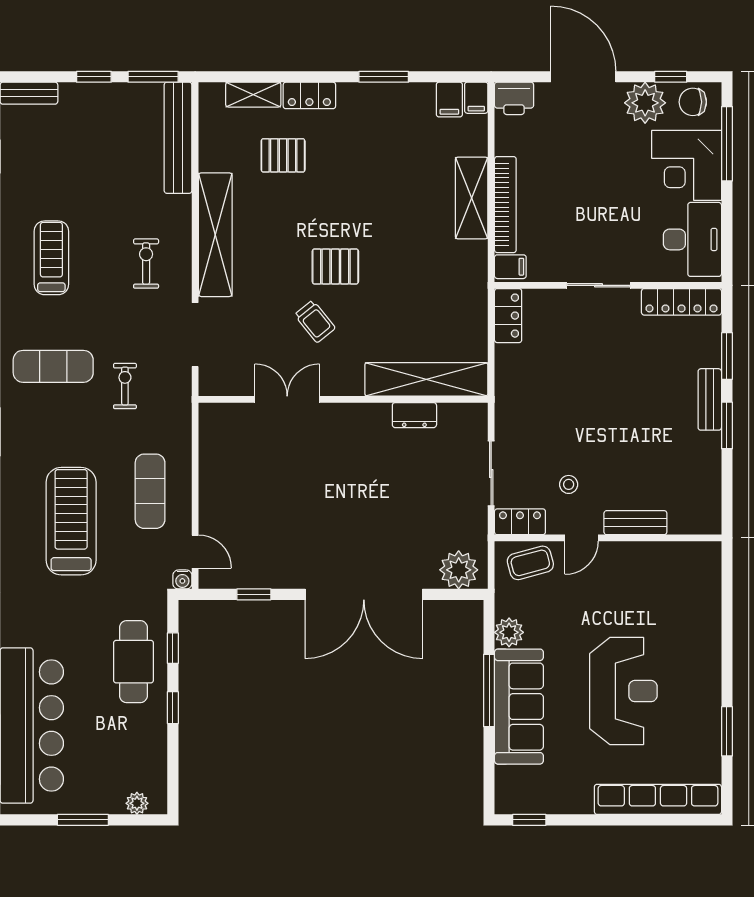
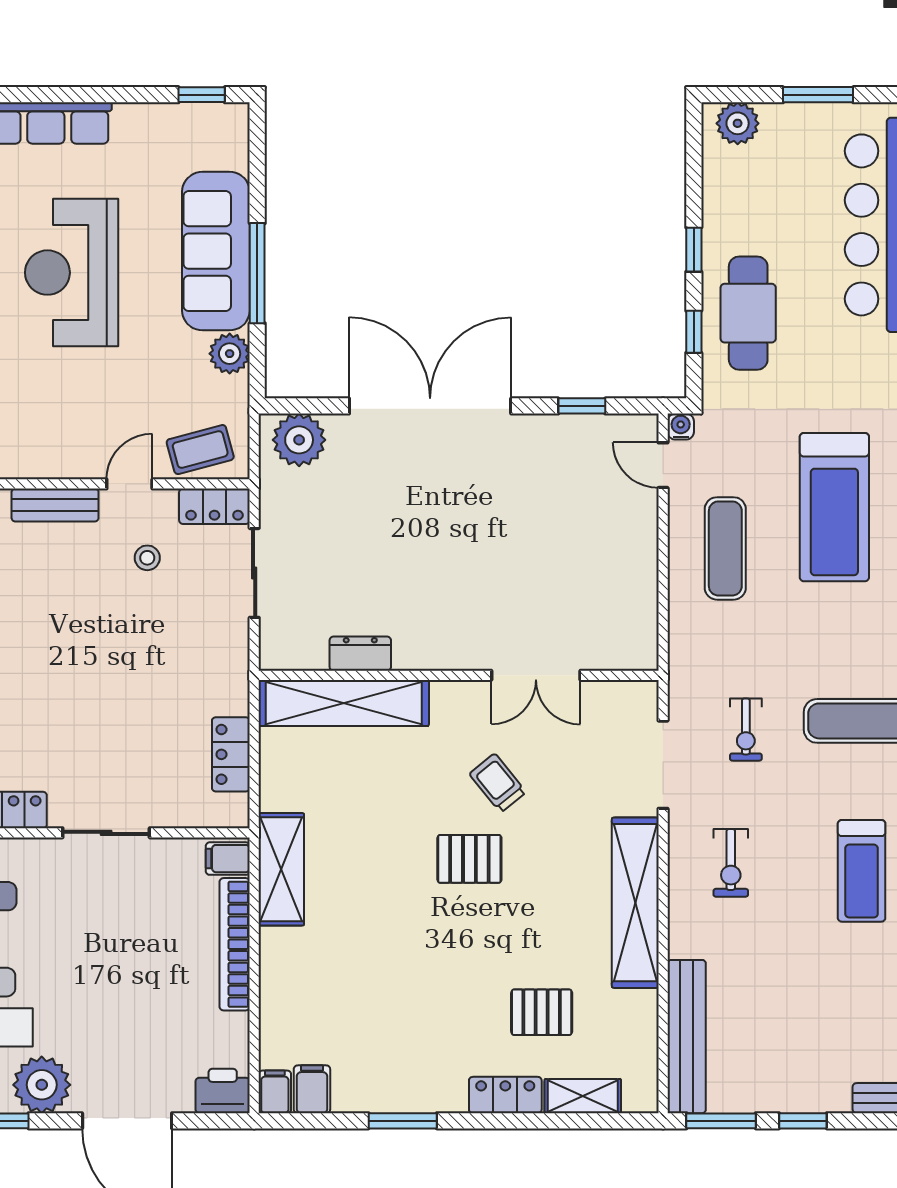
shelving: (472, 198) -> (281, 869), moved
locker: (508, 316) -> (231, 754), moved
exercise bike: (125, 386) -> (746, 730), moved
plant: (137, 803) -> (738, 123), width x1.38, depth x1.38

